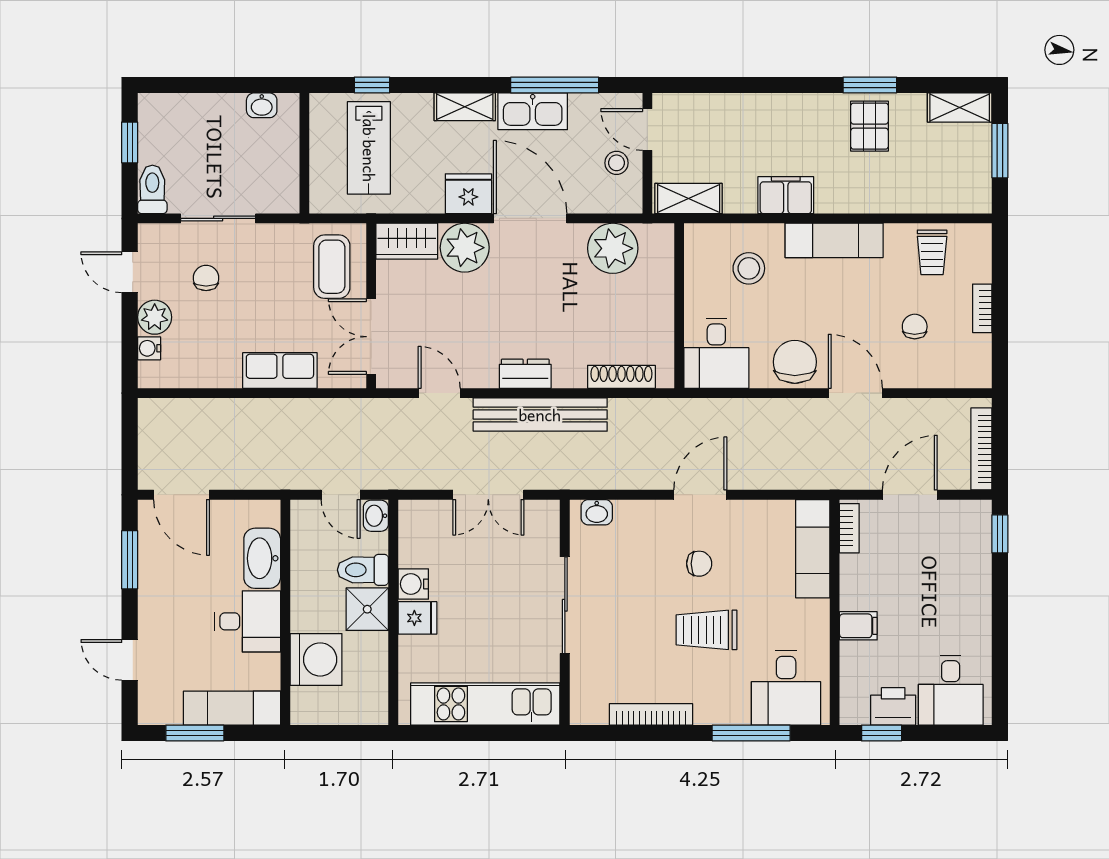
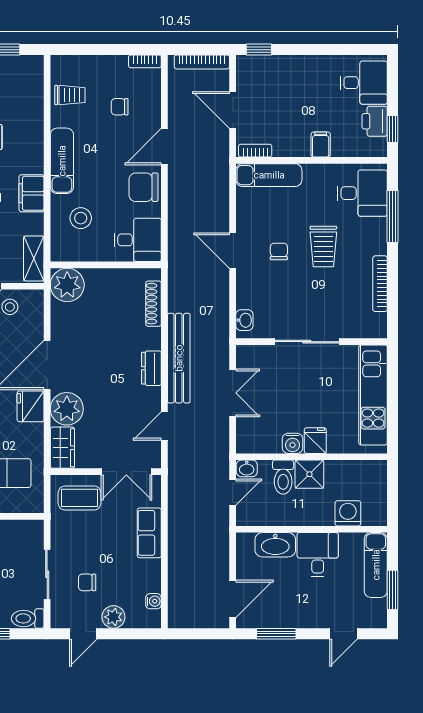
plant: (613, 248) -> (67, 285), moved
bookcase: (982, 308) -> (145, 61), moved
water cooler: (149, 348) -> (153, 601), moved, turned -90
washing machine: (316, 659) -> (348, 513), width x0.73, depth x0.73

